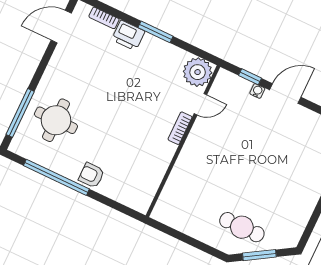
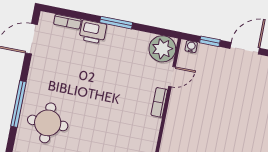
water cooler: (257, 91) -> (191, 47), moved
window: (20, 113) -> (18, 104), moved

